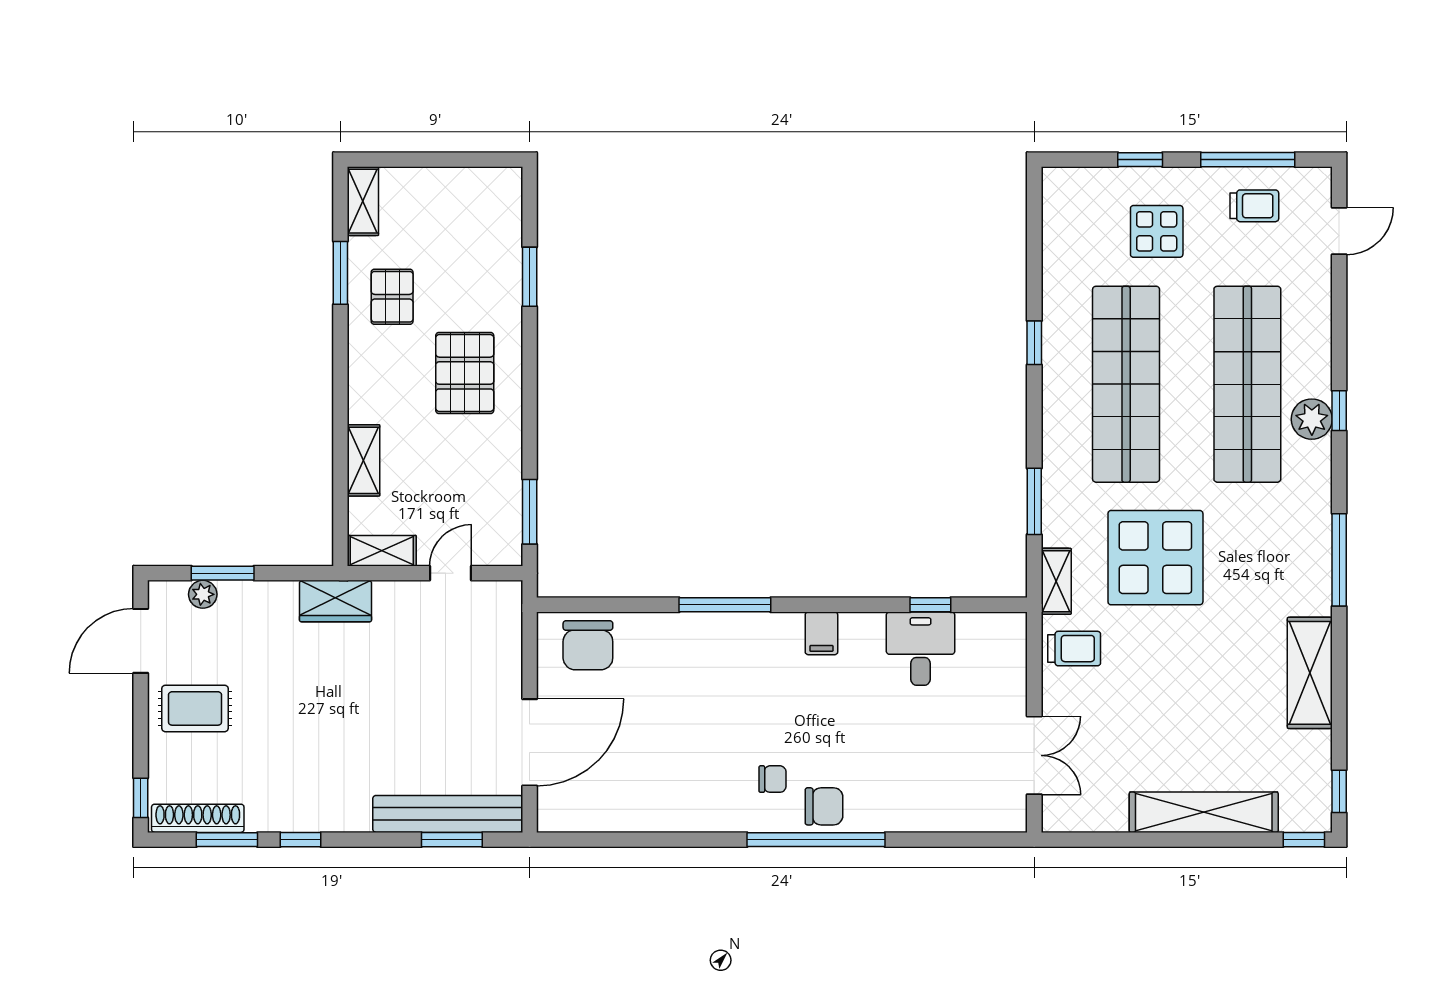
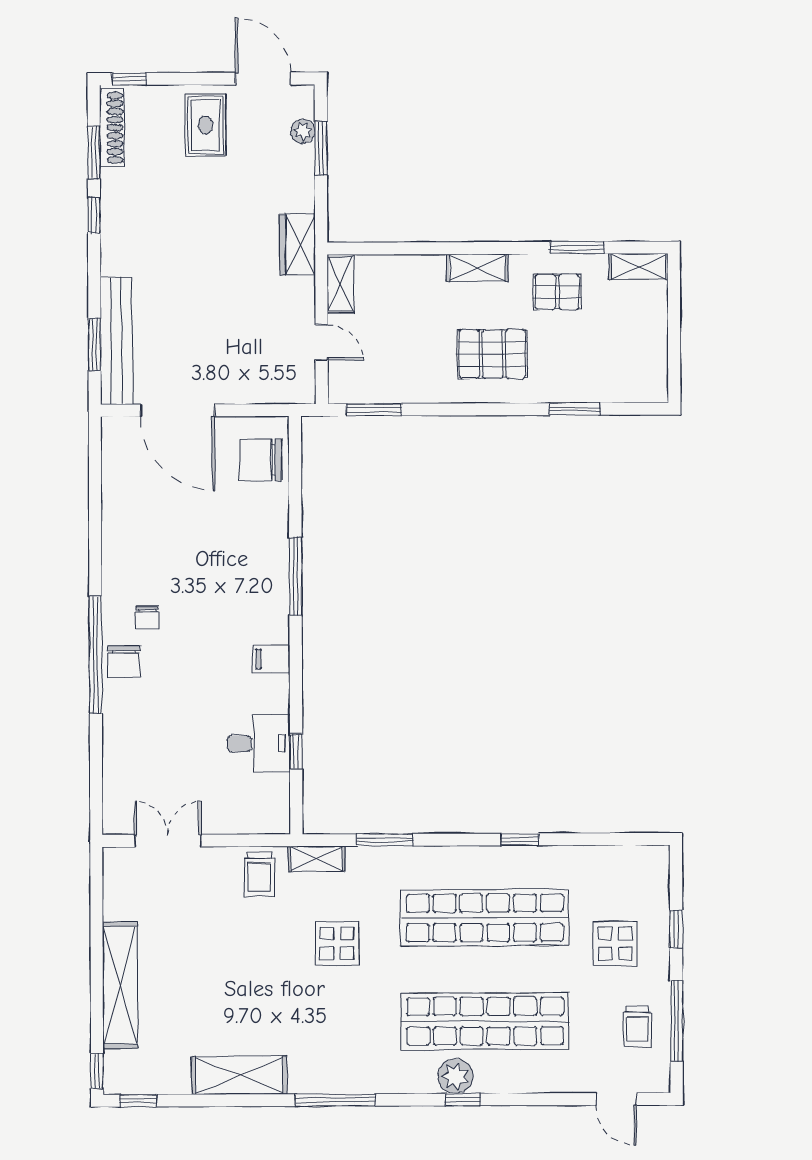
shelving: (364, 460) -> (477, 268), moved
display table: (1155, 558) -> (337, 943), width x0.54, depth x0.54
double door: (1034, 755) -> (168, 841), swing flipped

